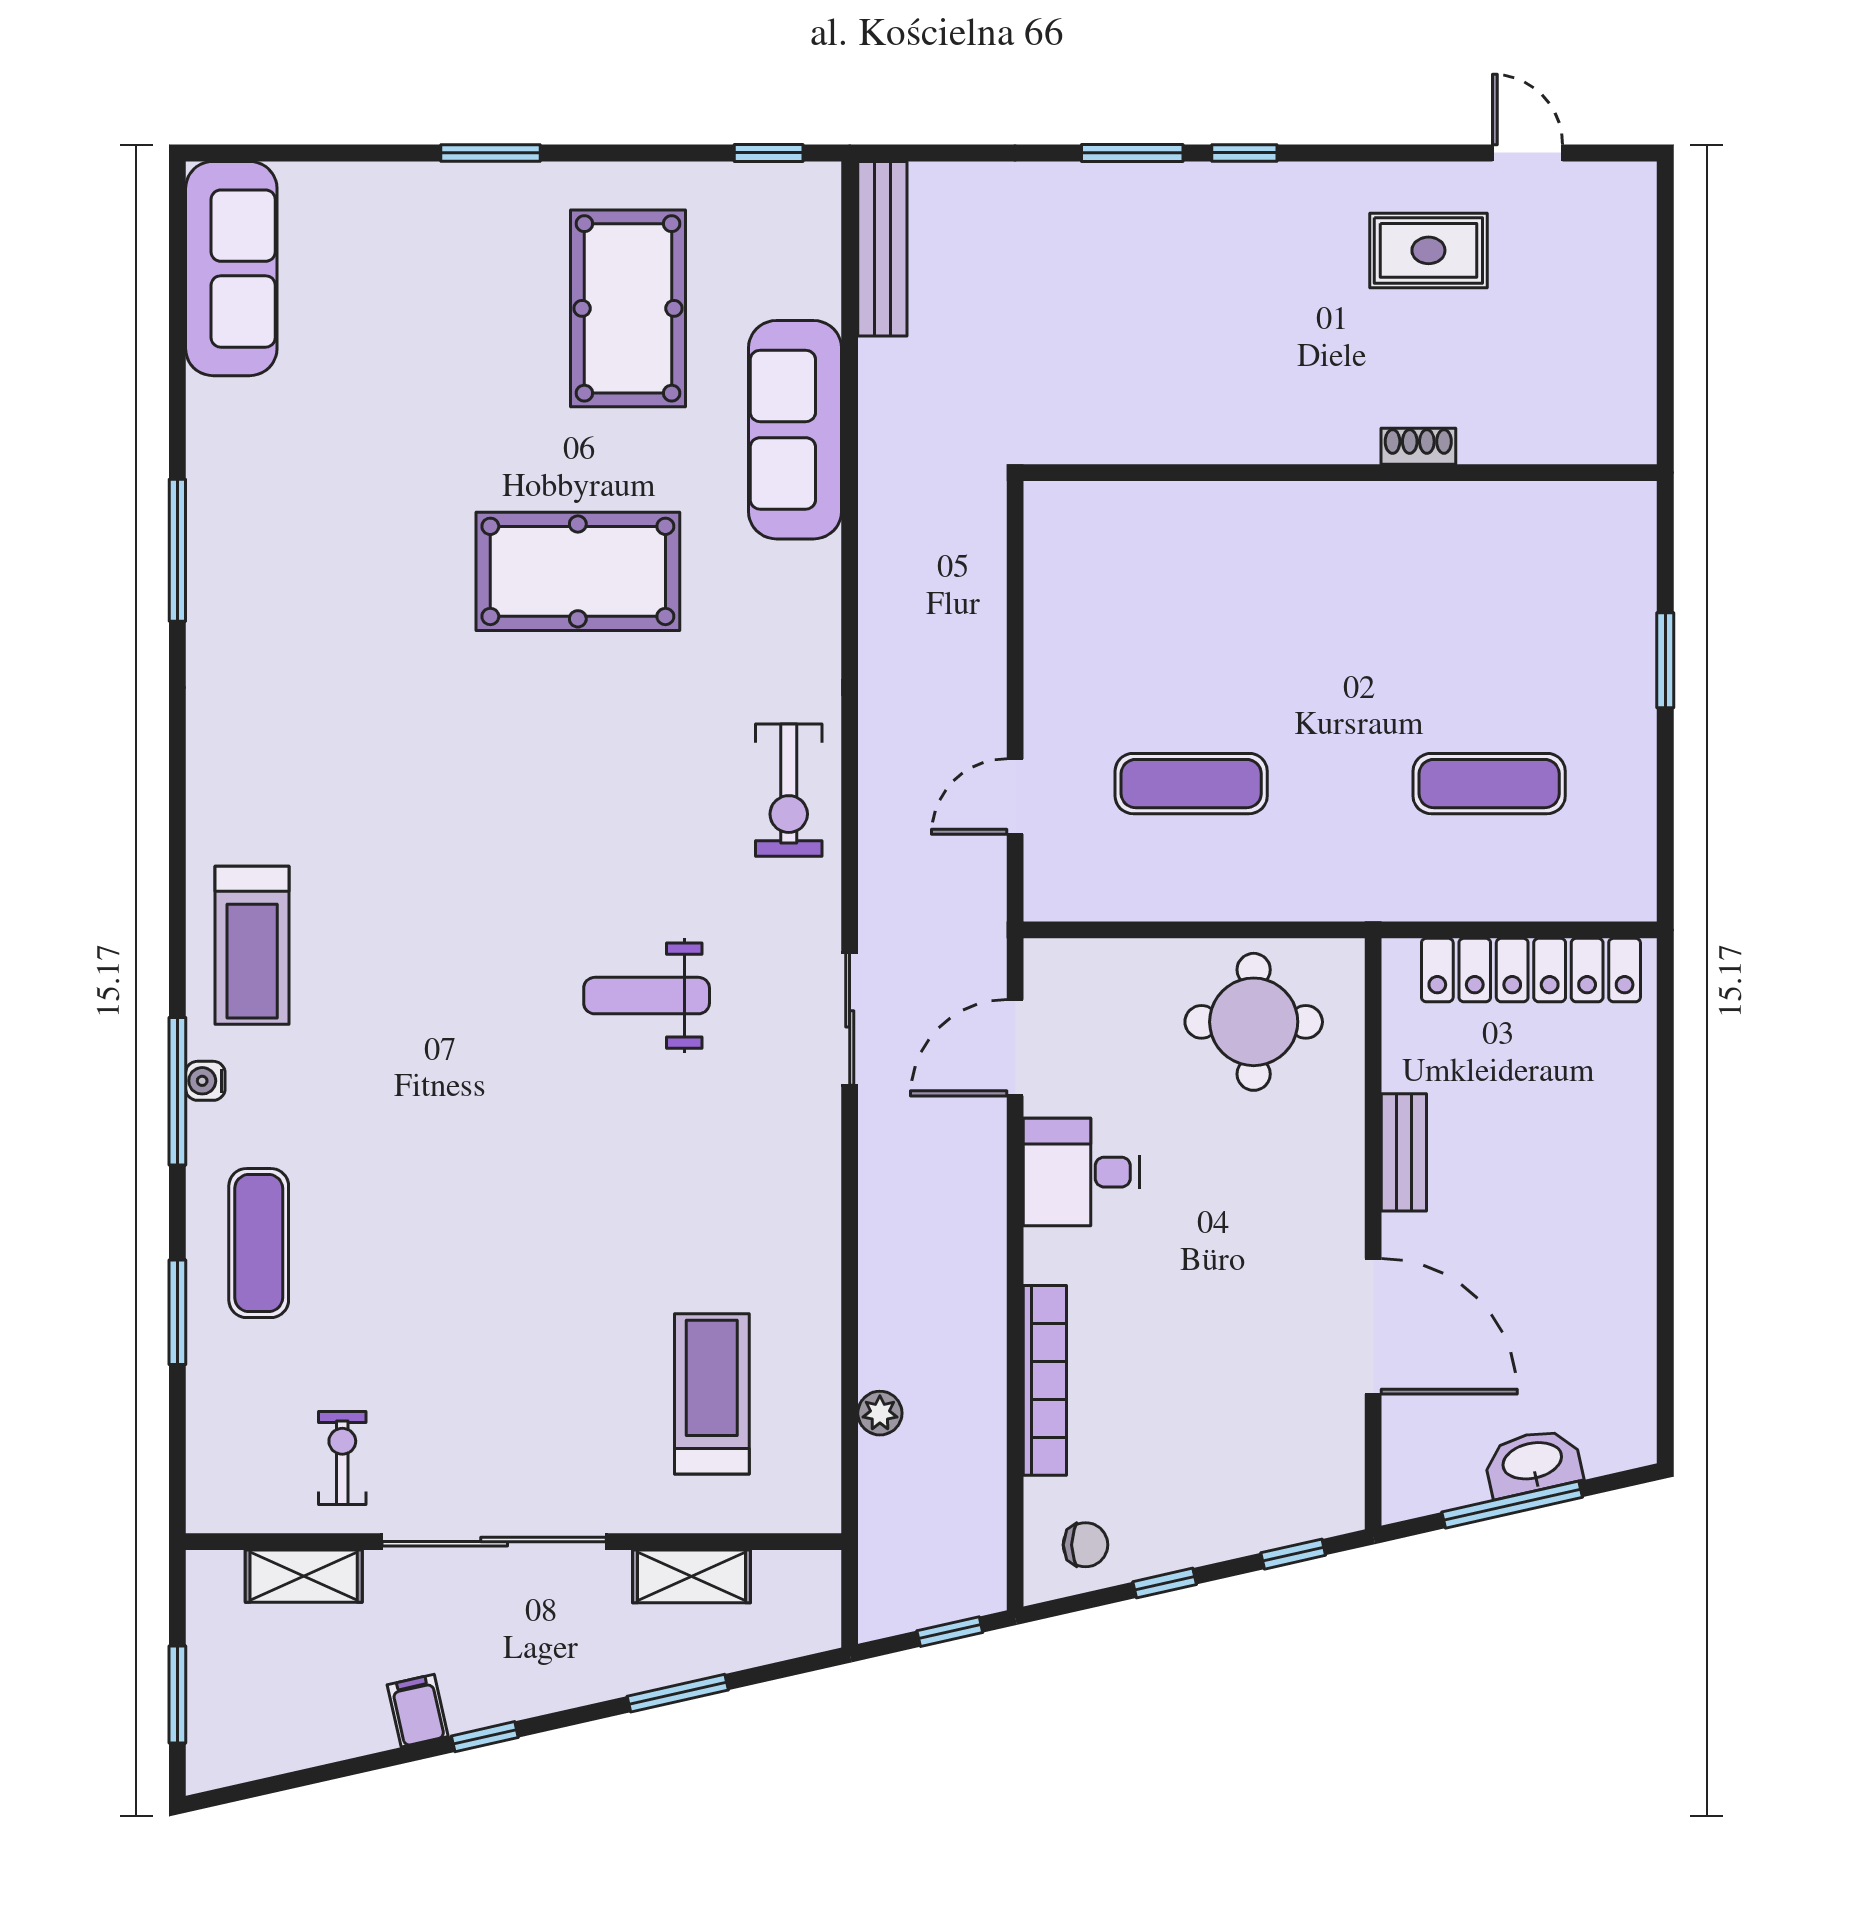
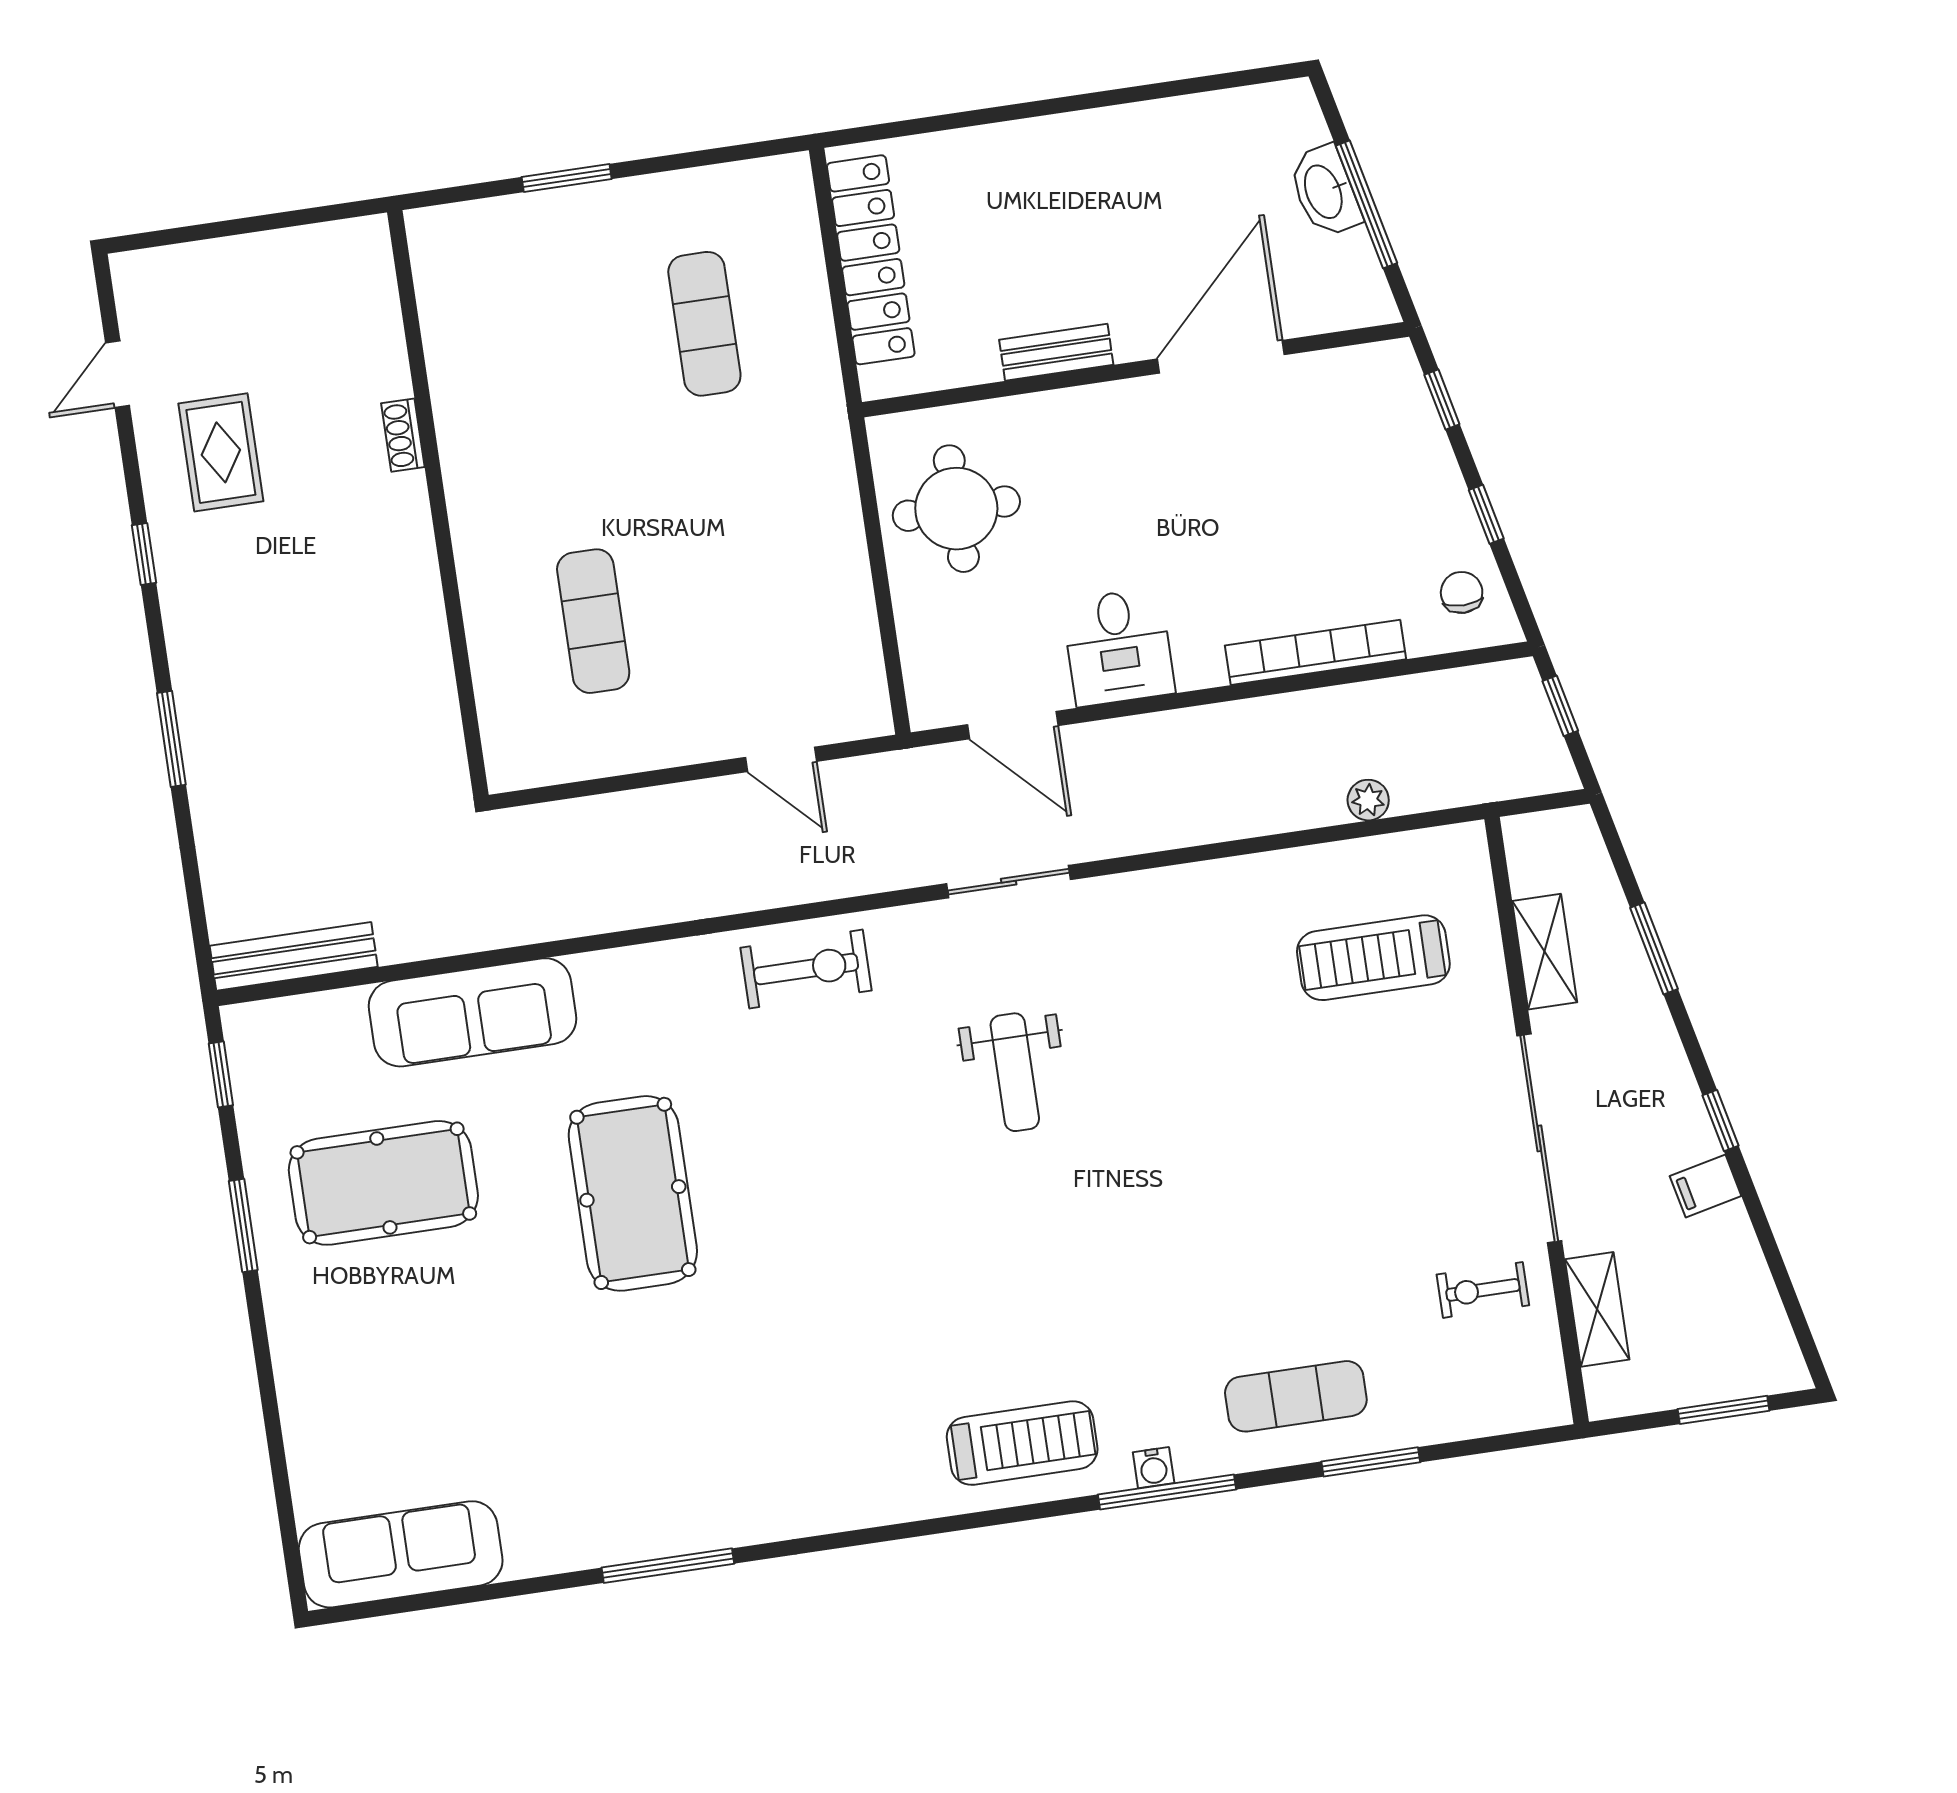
window: (490, 153) -> (243, 1225), moved
window: (1244, 153) -> (144, 554), moved
exercise mat: (1191, 784) -> (593, 621), moved

